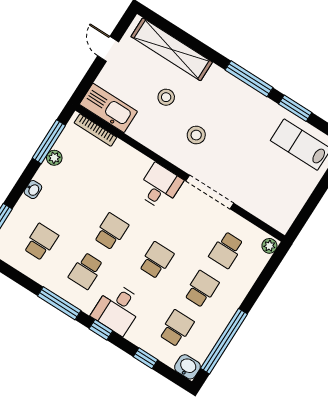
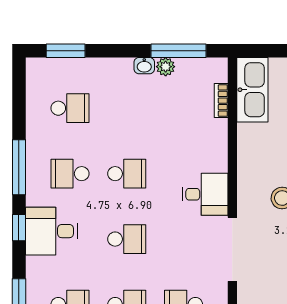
bookcase: (95, 130) -> (221, 101), width x0.64
washbasin: (33, 190) -> (144, 66), moved

